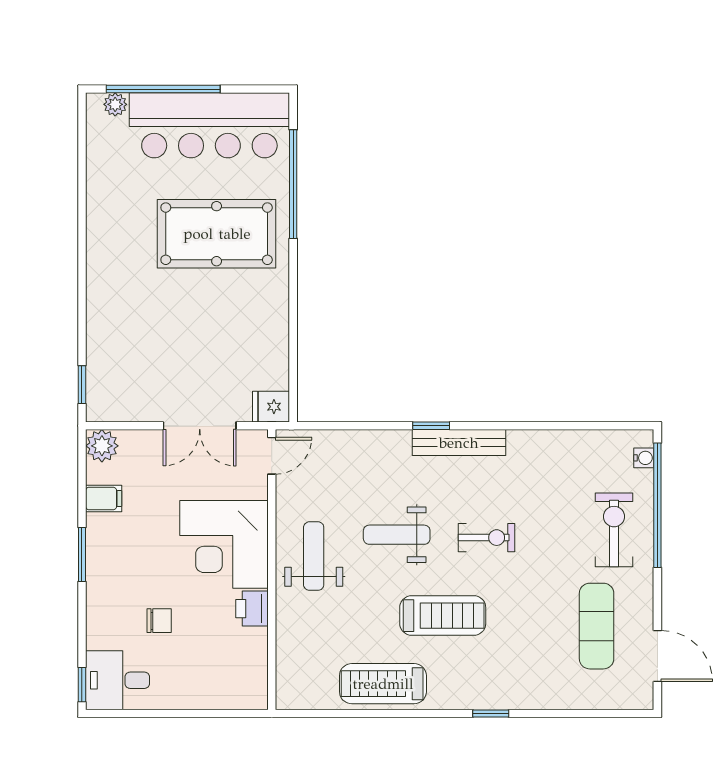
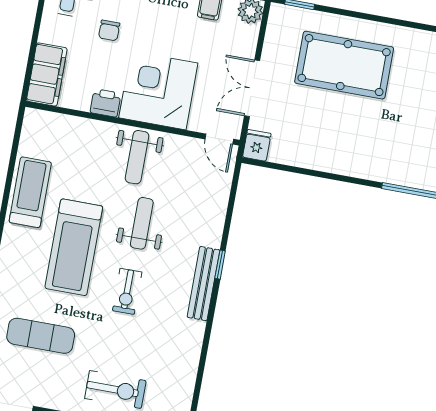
pool table: (217, 234) -> (344, 65), moved, turned 90
weight bench: (314, 556) -> (137, 157), turned 90
treadmill: (443, 616) -> (74, 247), width x1.37, depth x1.38
exercise mat: (597, 626) -> (41, 336), moved
filing cabinet: (230, 690) -> (47, 74), added

